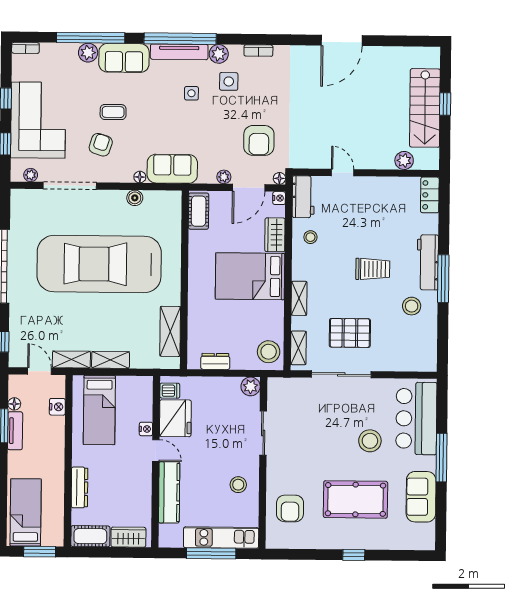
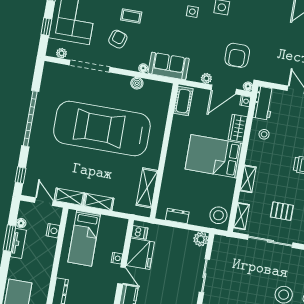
pallet: (350, 333) -> (282, 211), width x0.67, depth x0.71

